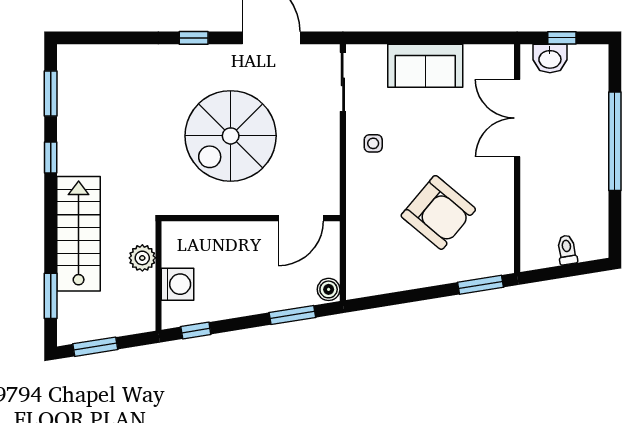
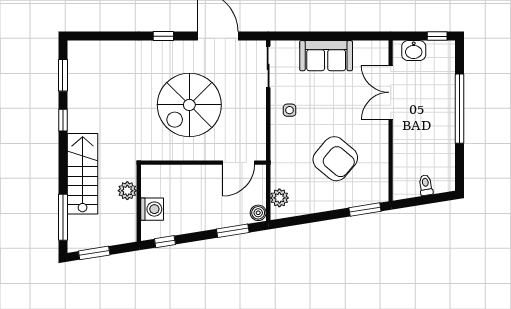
window: (562, 38) -> (437, 36), moved
plant: (359, 268) -> (279, 198), added
window: (51, 296) -> (63, 217), width x1.44

